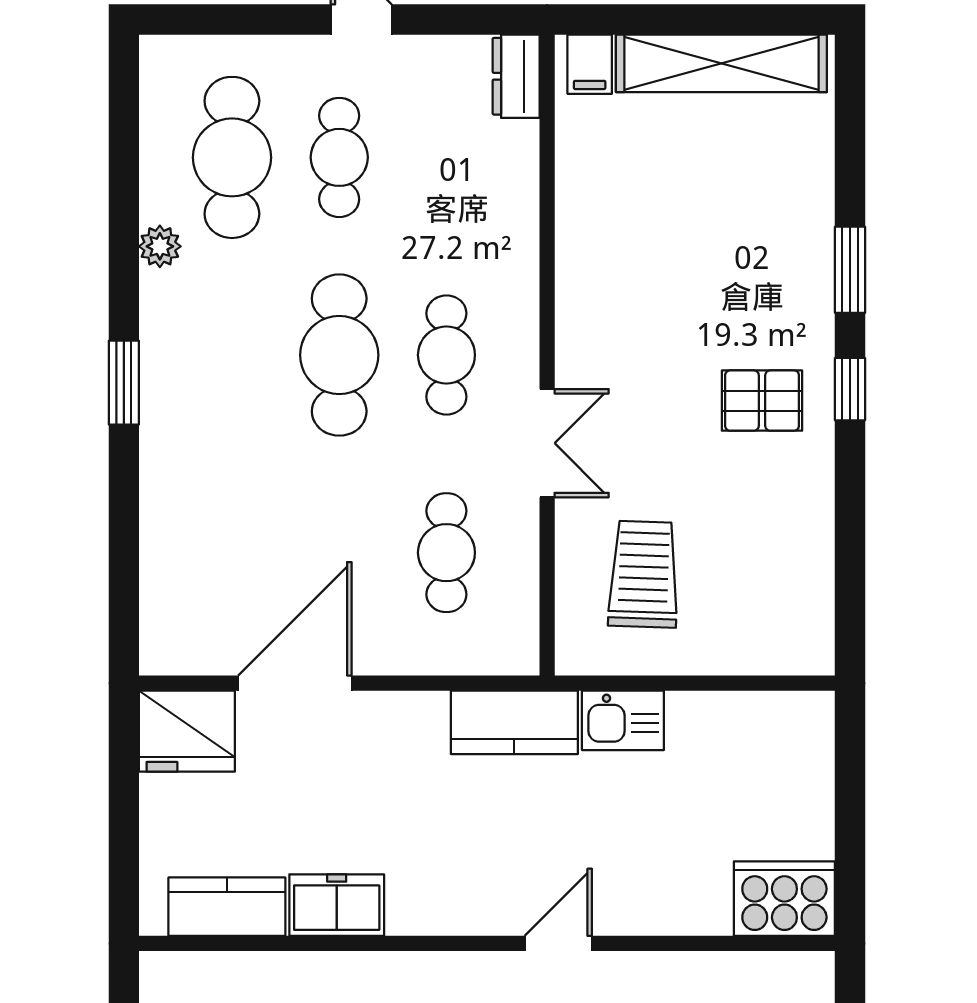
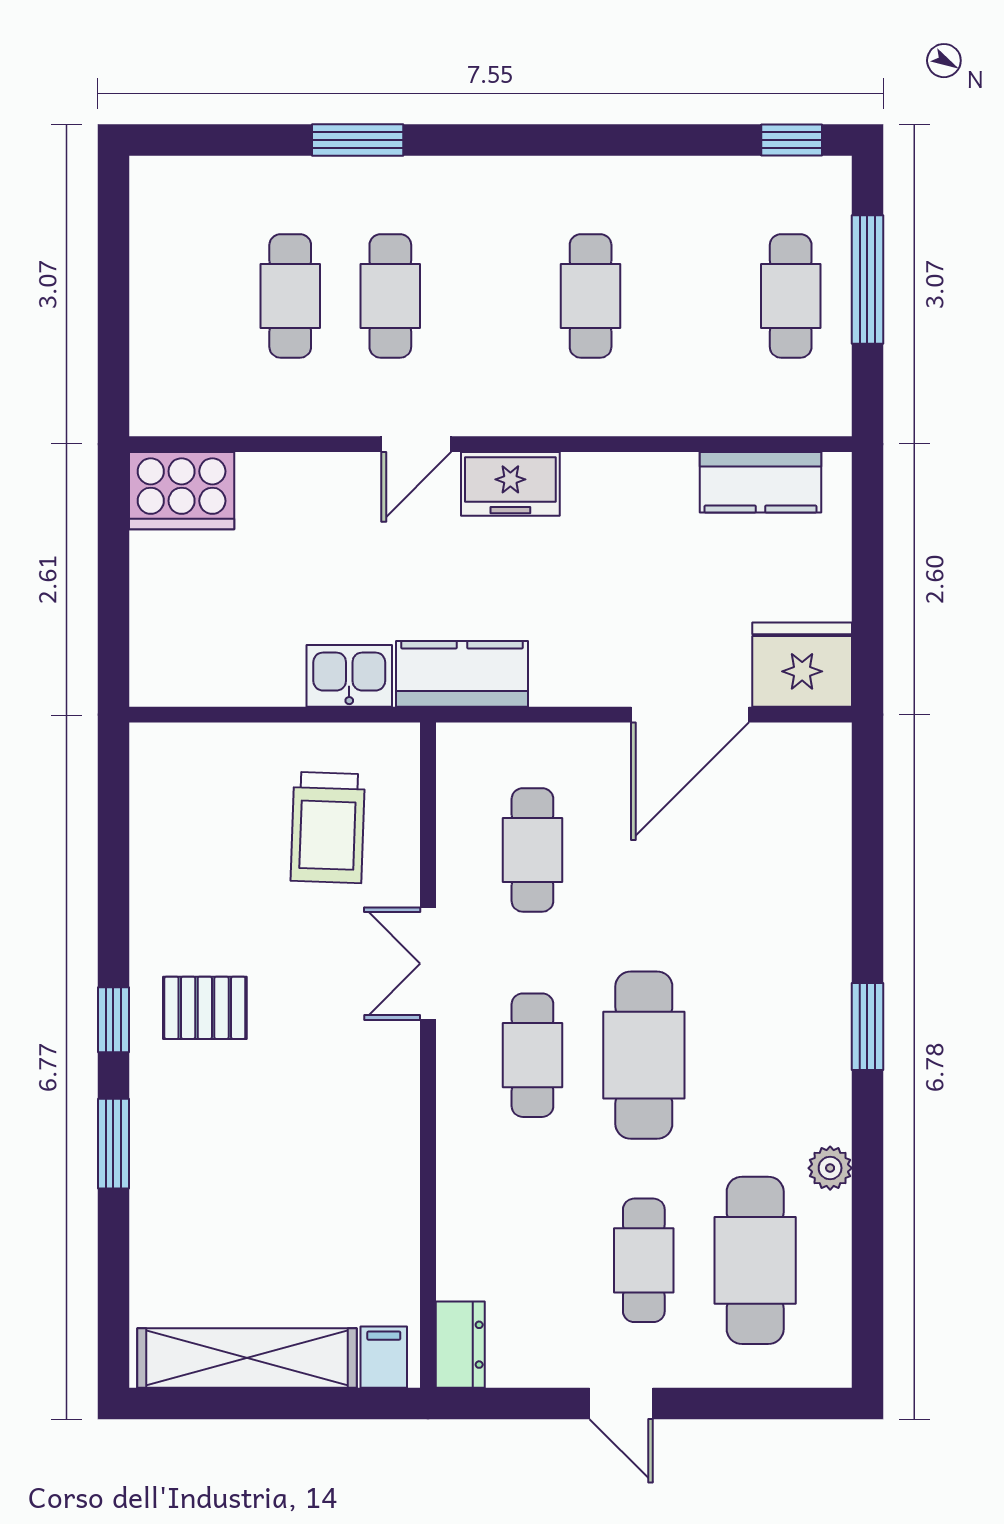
freezer: (337, 905) -> (510, 484), moved

